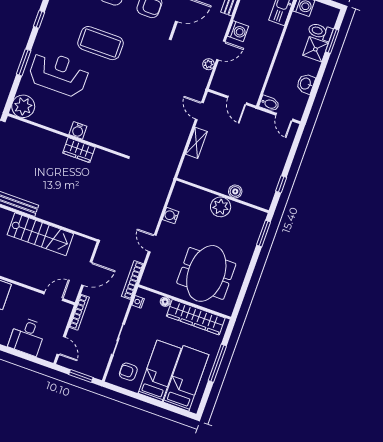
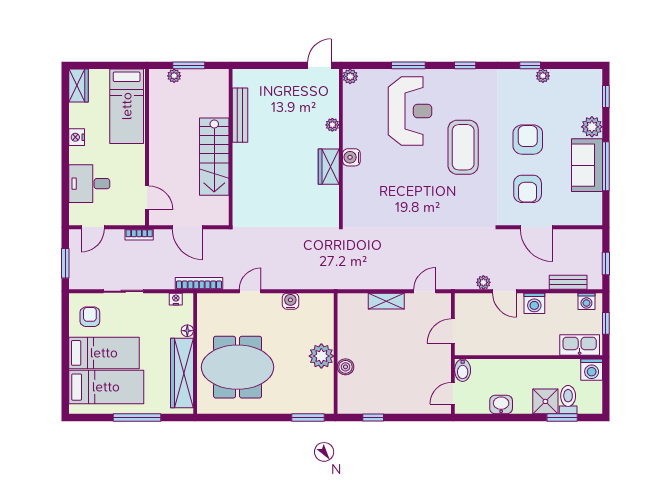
plant: (23, 106) -> (350, 76), width x0.53, depth x0.53
plant: (48, 136) -> (332, 125), added
bookcase: (79, 312) -> (139, 235), width x0.64

